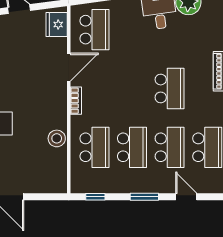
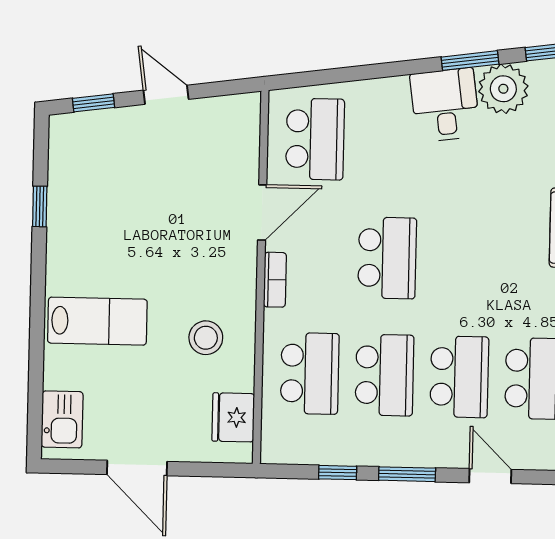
fridge: (57, 25) -> (233, 417), moved
school desk: (170, 88) -> (387, 258), moved
stool: (57, 138) -> (206, 338), moved
window: (95, 197) -> (338, 473), moved

